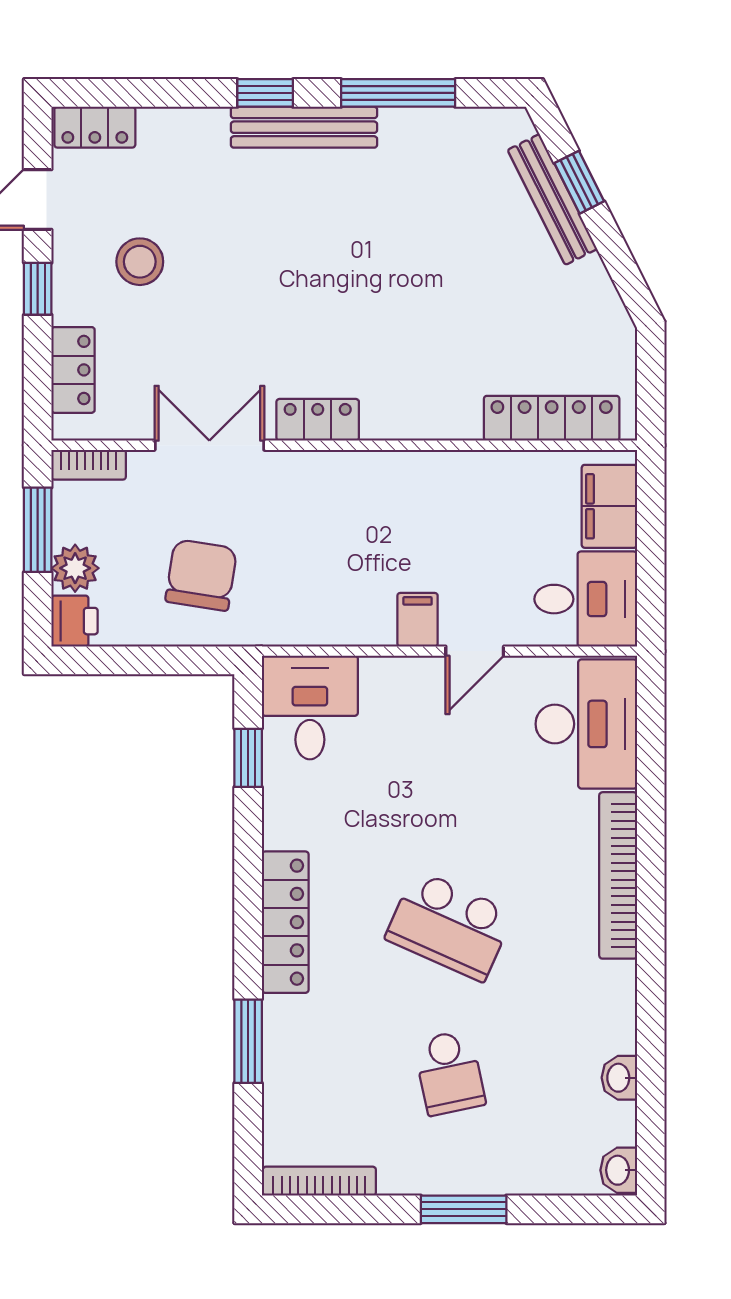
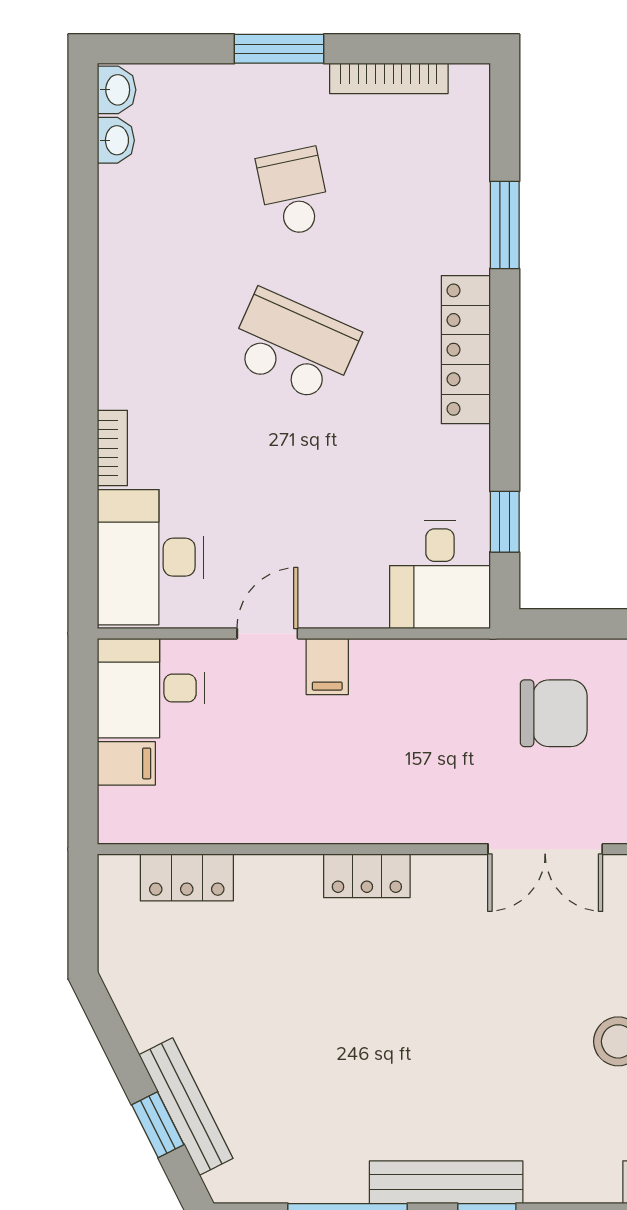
locker: (552, 418) -> (187, 877), width x0.66
locker: (318, 420) -> (367, 876), moved
filing cabinet: (609, 506) -> (126, 763), width x0.50
chair: (201, 575) -> (554, 713), turned -99
bookcase: (618, 875) -> (112, 448), width x0.43, depth x0.76
washbasin: (619, 1078) -> (116, 140), moved
bookcase: (319, 1181) -> (389, 78), moved

